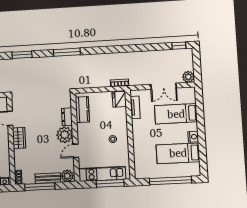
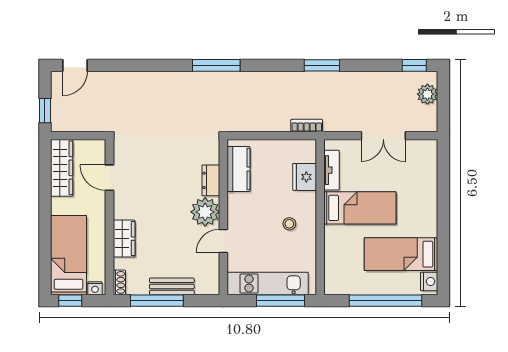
window: (22, 55) -> (322, 65), moved
plant: (188, 77) -> (427, 94), moved
fridge: (119, 99) -> (305, 177), moved
bed: (176, 114) -> (360, 208), moved, turned 180
nightstand: (193, 137) -> (429, 281), moved
wardrobe: (19, 138) -> (124, 239), moved
plant: (67, 176) -> (206, 284), removed

